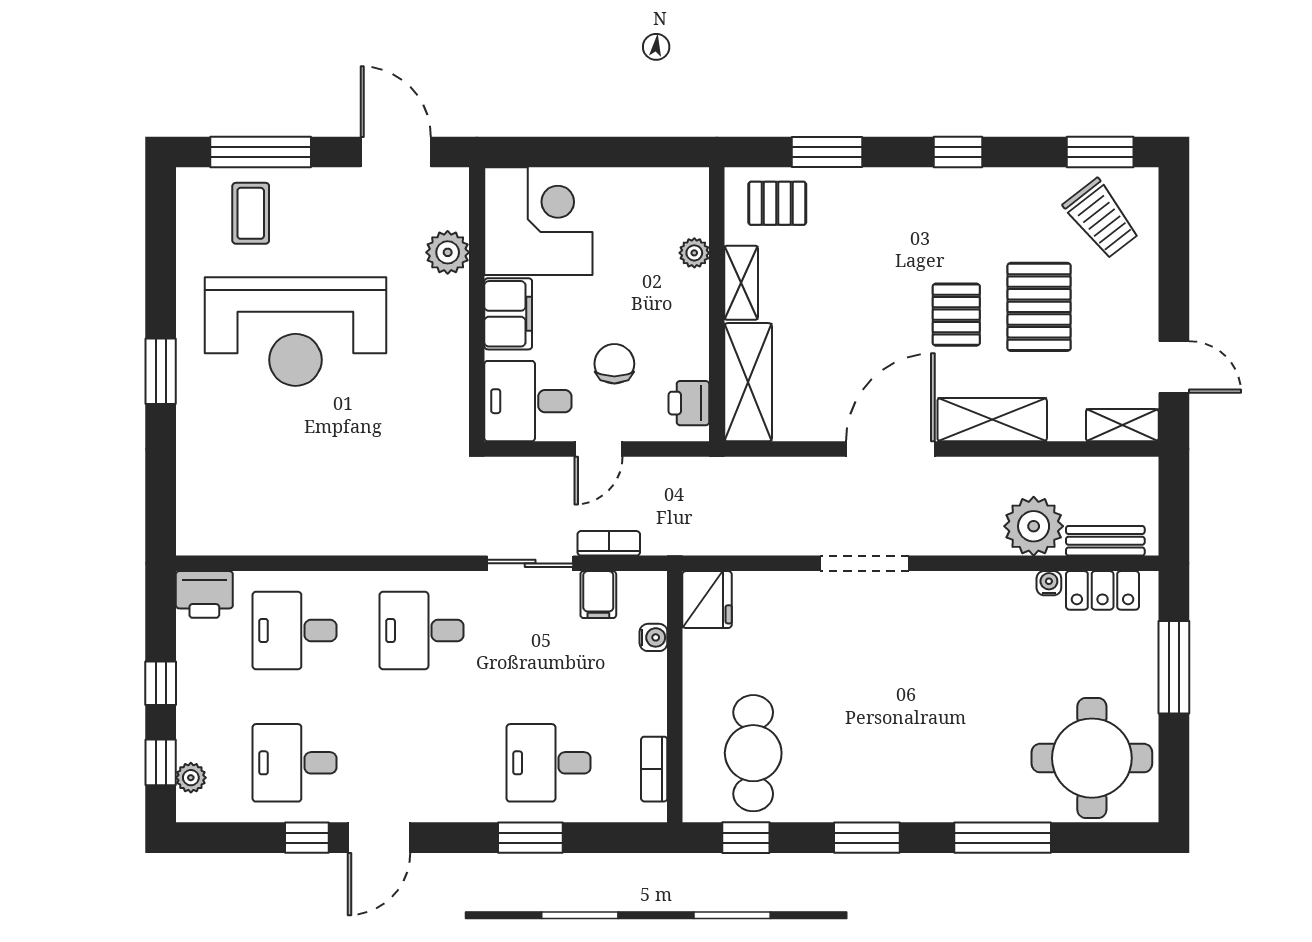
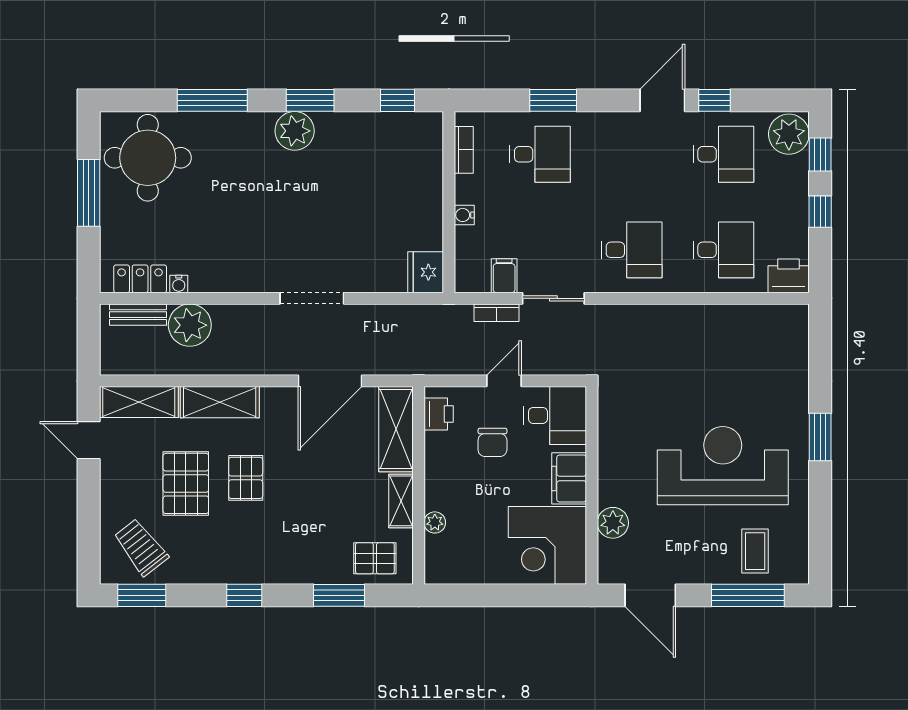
shelving: (1122, 425) -> (139, 402), width x1.50, depth x1.33
door: (890, 449) -> (330, 381), moved
water cooler: (653, 637) -> (464, 215), moved
window: (1174, 667) -> (89, 193), moved
cafe table: (753, 753) -> (392, 161), removed
plant: (191, 778) -> (789, 134), width x1.87, depth x1.87
plant: (888, 795) -> (295, 131), added

